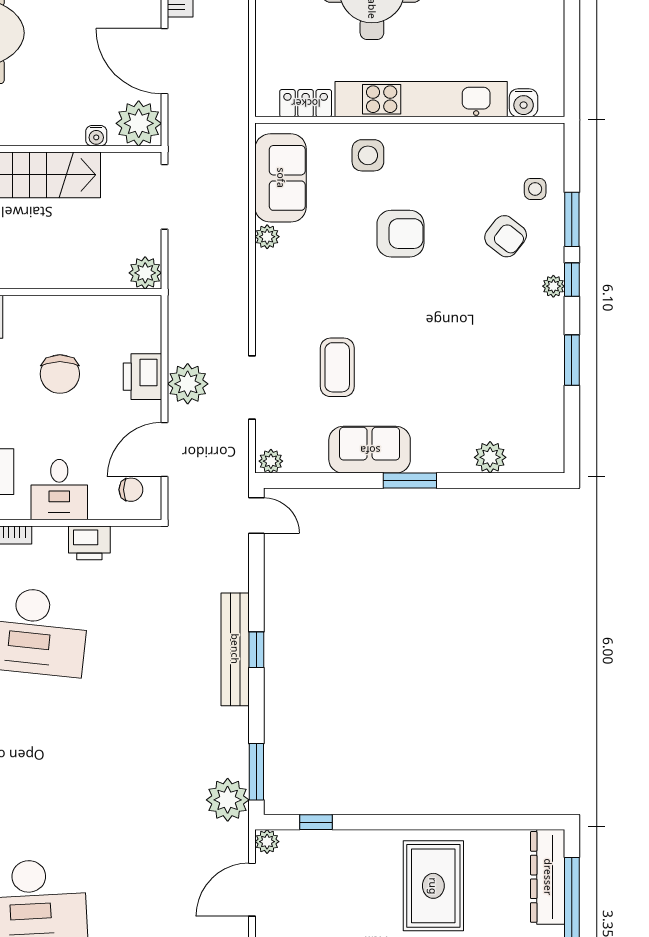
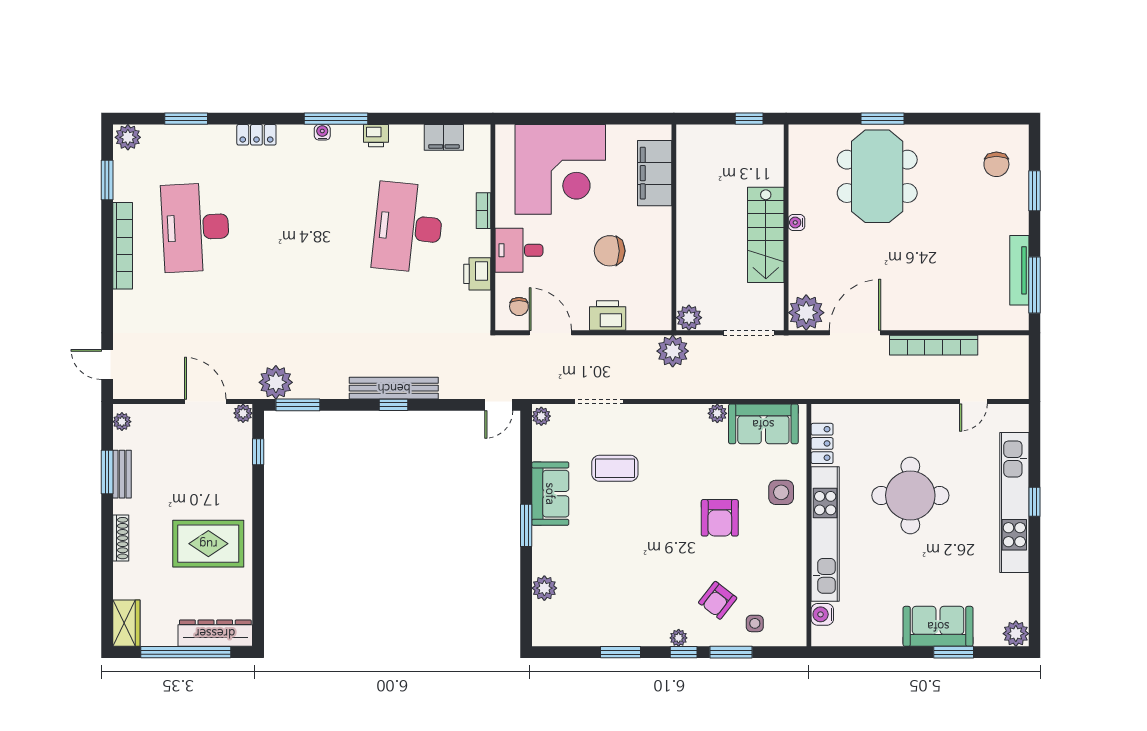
water cooler: (96, 136) -> (796, 222), moved
plant: (188, 384) -> (673, 351), moved

